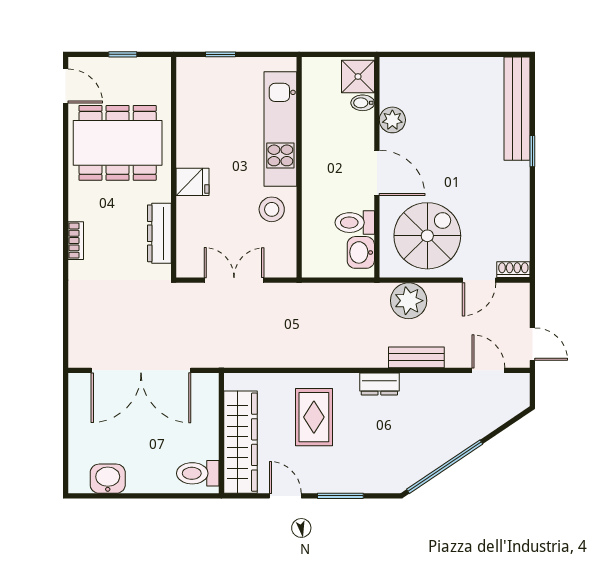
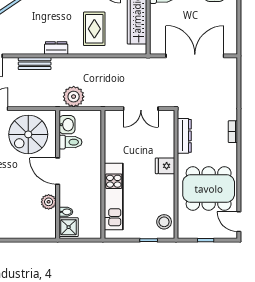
stool: (272, 209) -> (164, 222), moved
plant: (409, 301) -> (74, 97), moved

